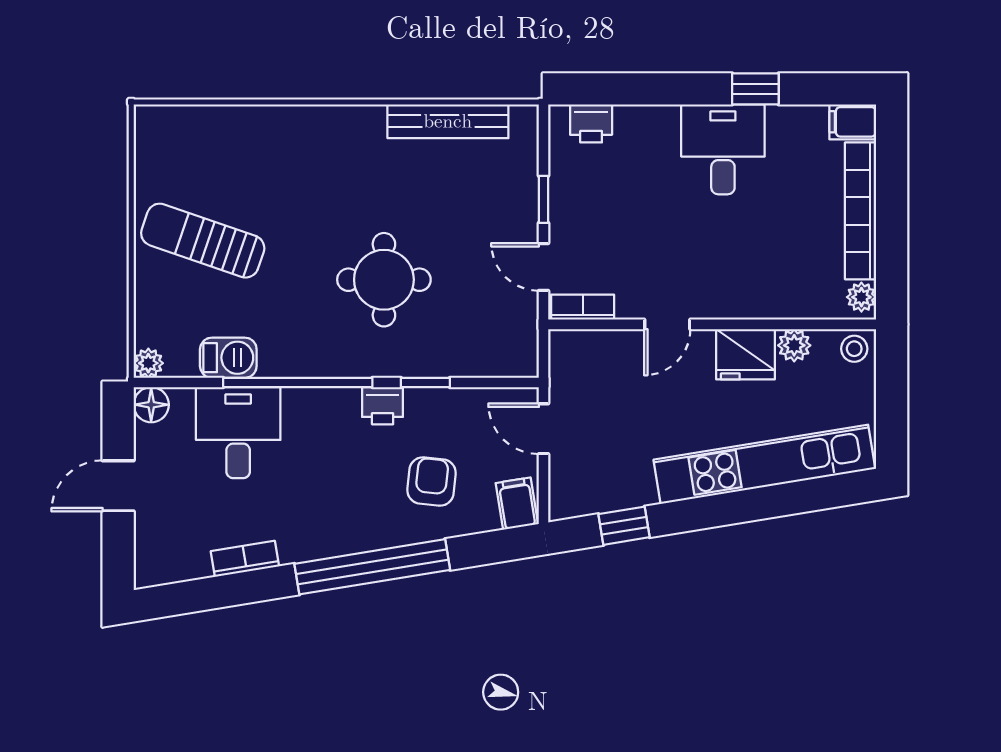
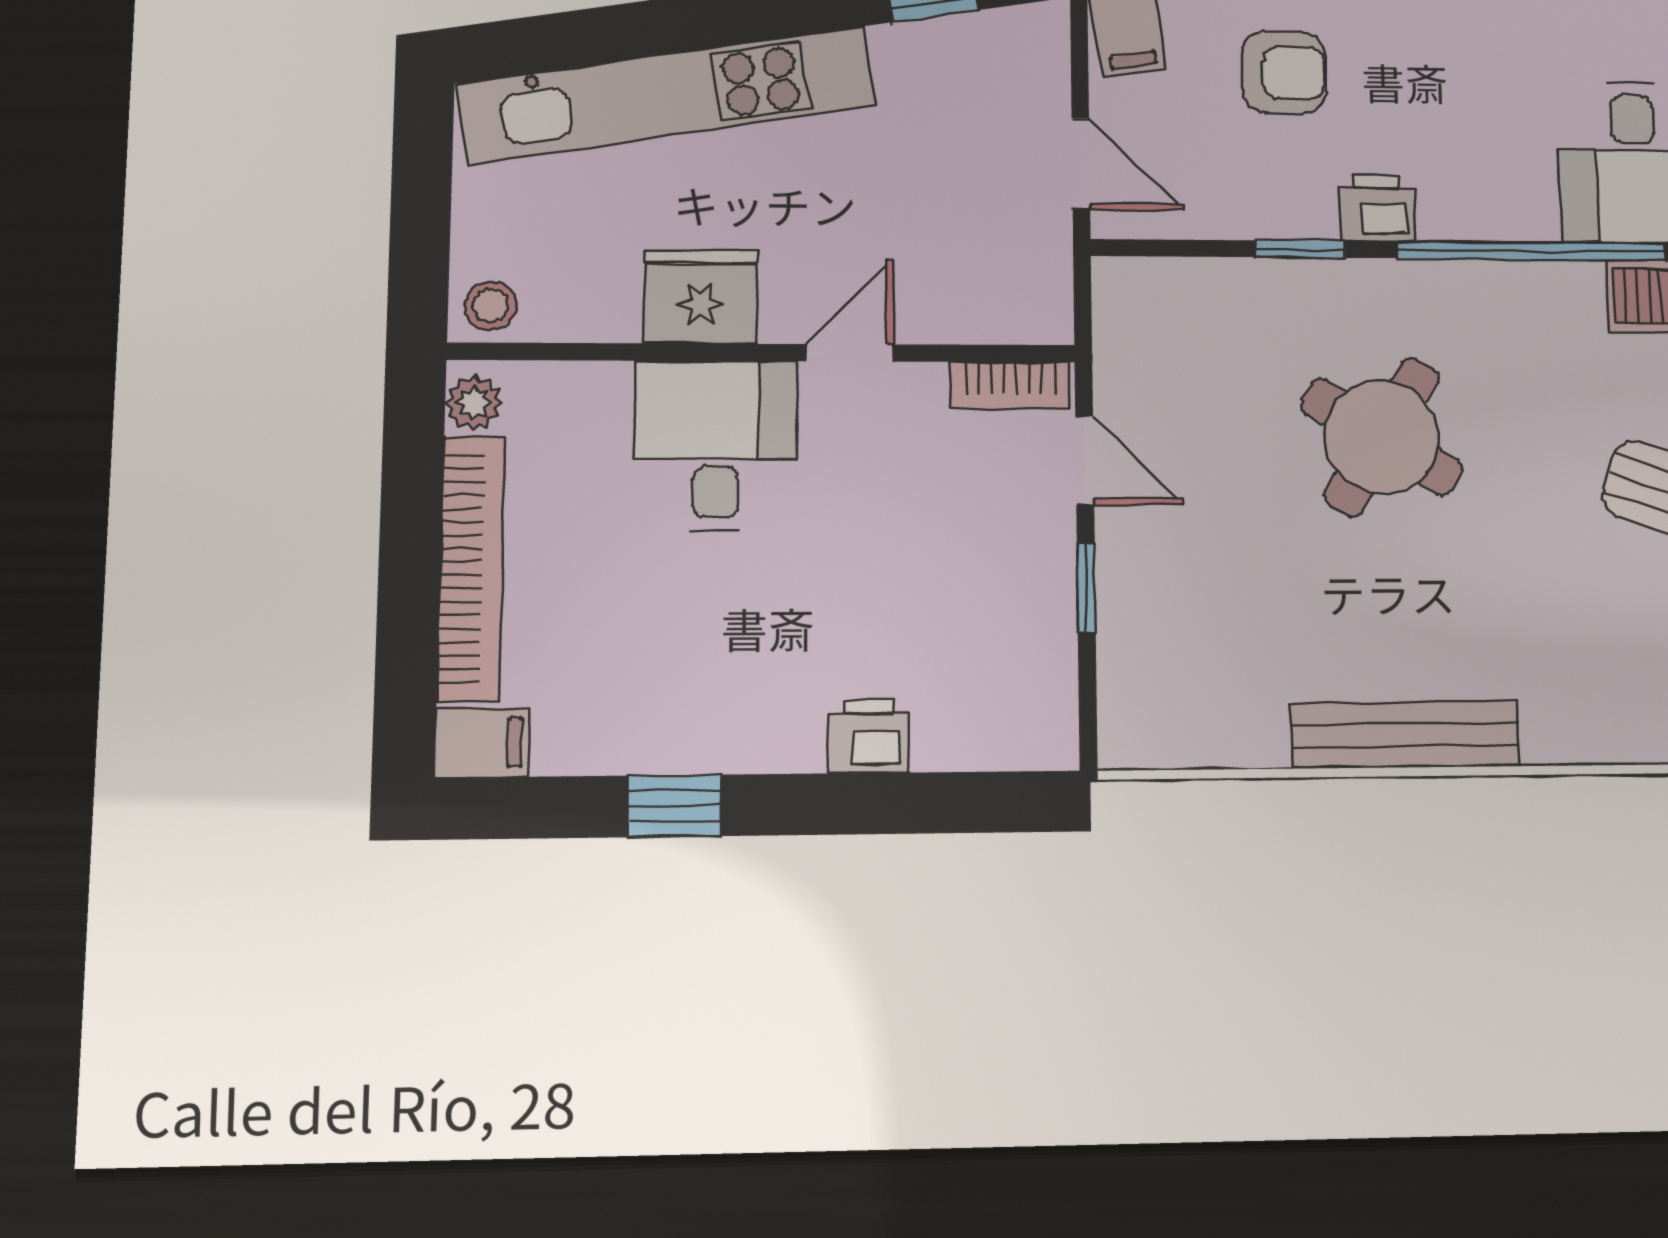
bench: (448, 121) -> (1405, 735), moved
printer: (591, 123) -> (869, 736), moved
desk: (723, 149) -> (716, 446), moved, turned 180
round table: (384, 280) -> (1382, 437), turned 32
plant: (794, 345) -> (607, 313), removed
armchair: (431, 481) -> (1284, 72), turned -96

